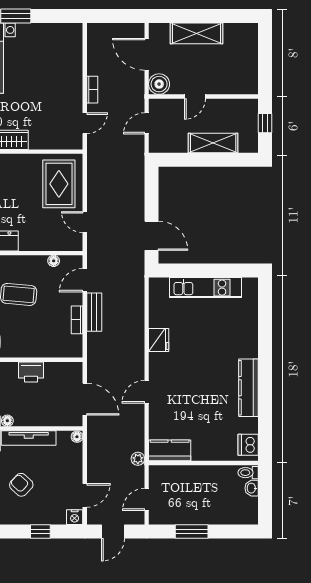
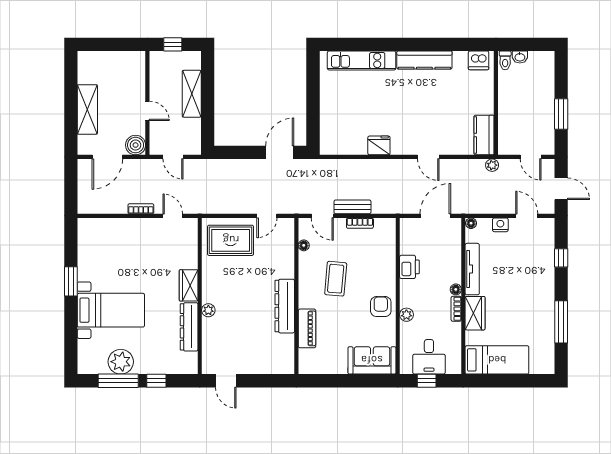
kitchen unit: (206, 288) -> (362, 60), moved, turned 90
armchair: (21, 485) -> (517, 276), removed
nightstand: (75, 517) -> (500, 225), moved, turned -90

